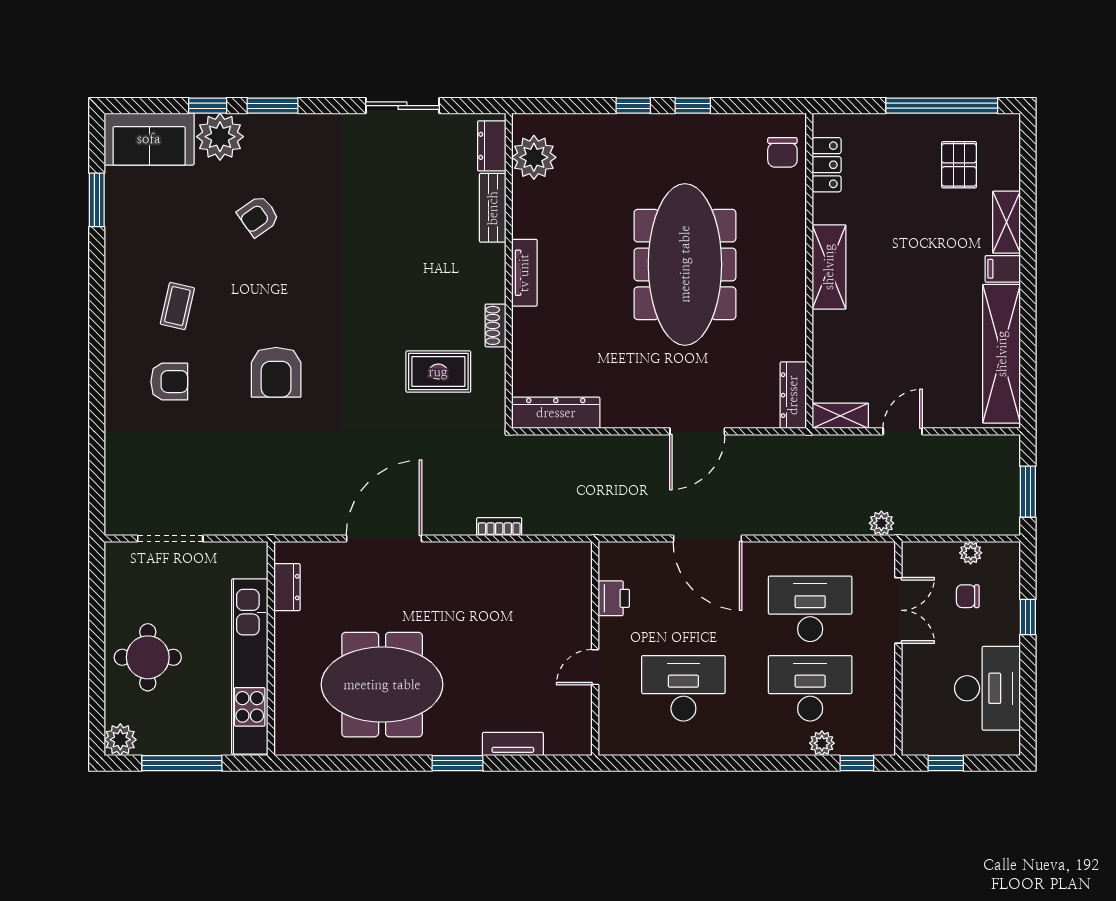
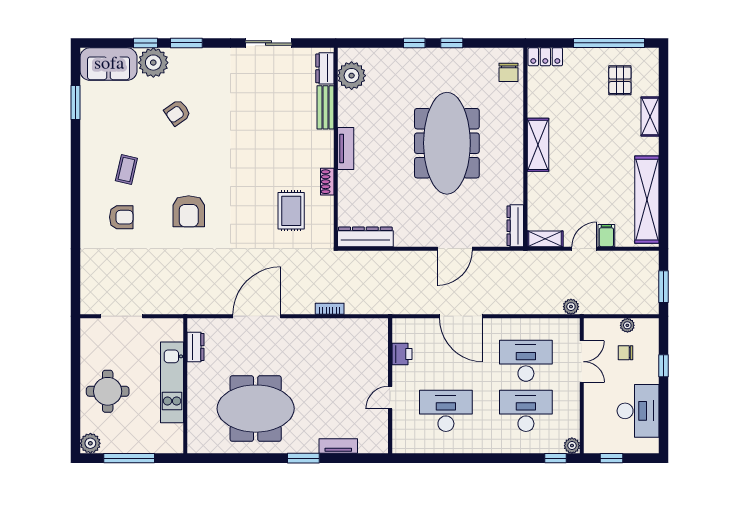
locker: (827, 165) -> (545, 57), moved, turned 90
filing cabinet: (1003, 269) -> (606, 236), moved, turned 90
rug: (438, 372) -> (291, 211), turned 90
kitchen unit: (250, 667) -> (172, 382), width x0.73
plant: (822, 743) -> (572, 446), moved

